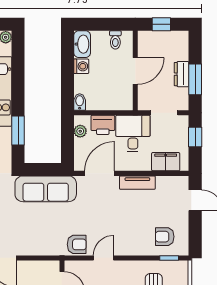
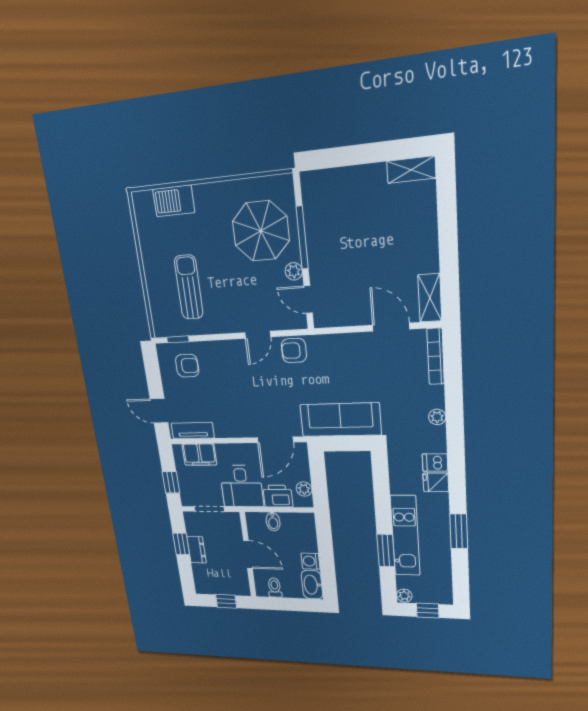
door: (135, 71) -> (248, 554), swing flipped
window: (195, 79) -> (181, 544), width x0.67
bidet: (80, 102) -> (273, 522), moved
window: (18, 130) -> (386, 551), moved
tv unit: (137, 183) -> (193, 431), moved

